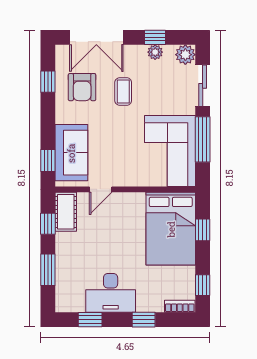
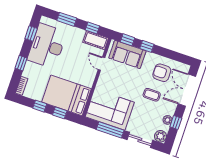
window: (48, 82) -> (147, 46), moved
window: (203, 285) -> (40, 106), moved
desk: (111, 293) -> (47, 46), width x1.36, depth x1.30

